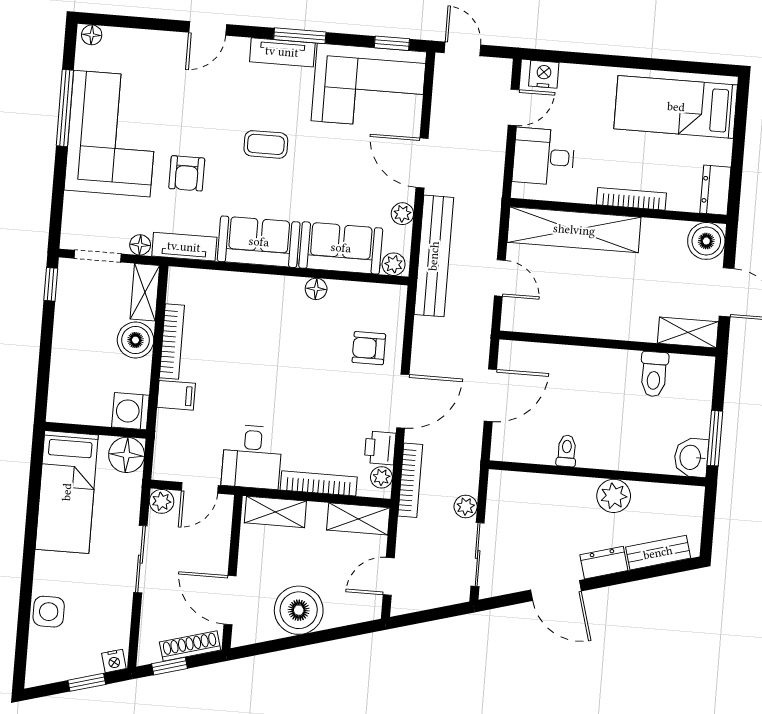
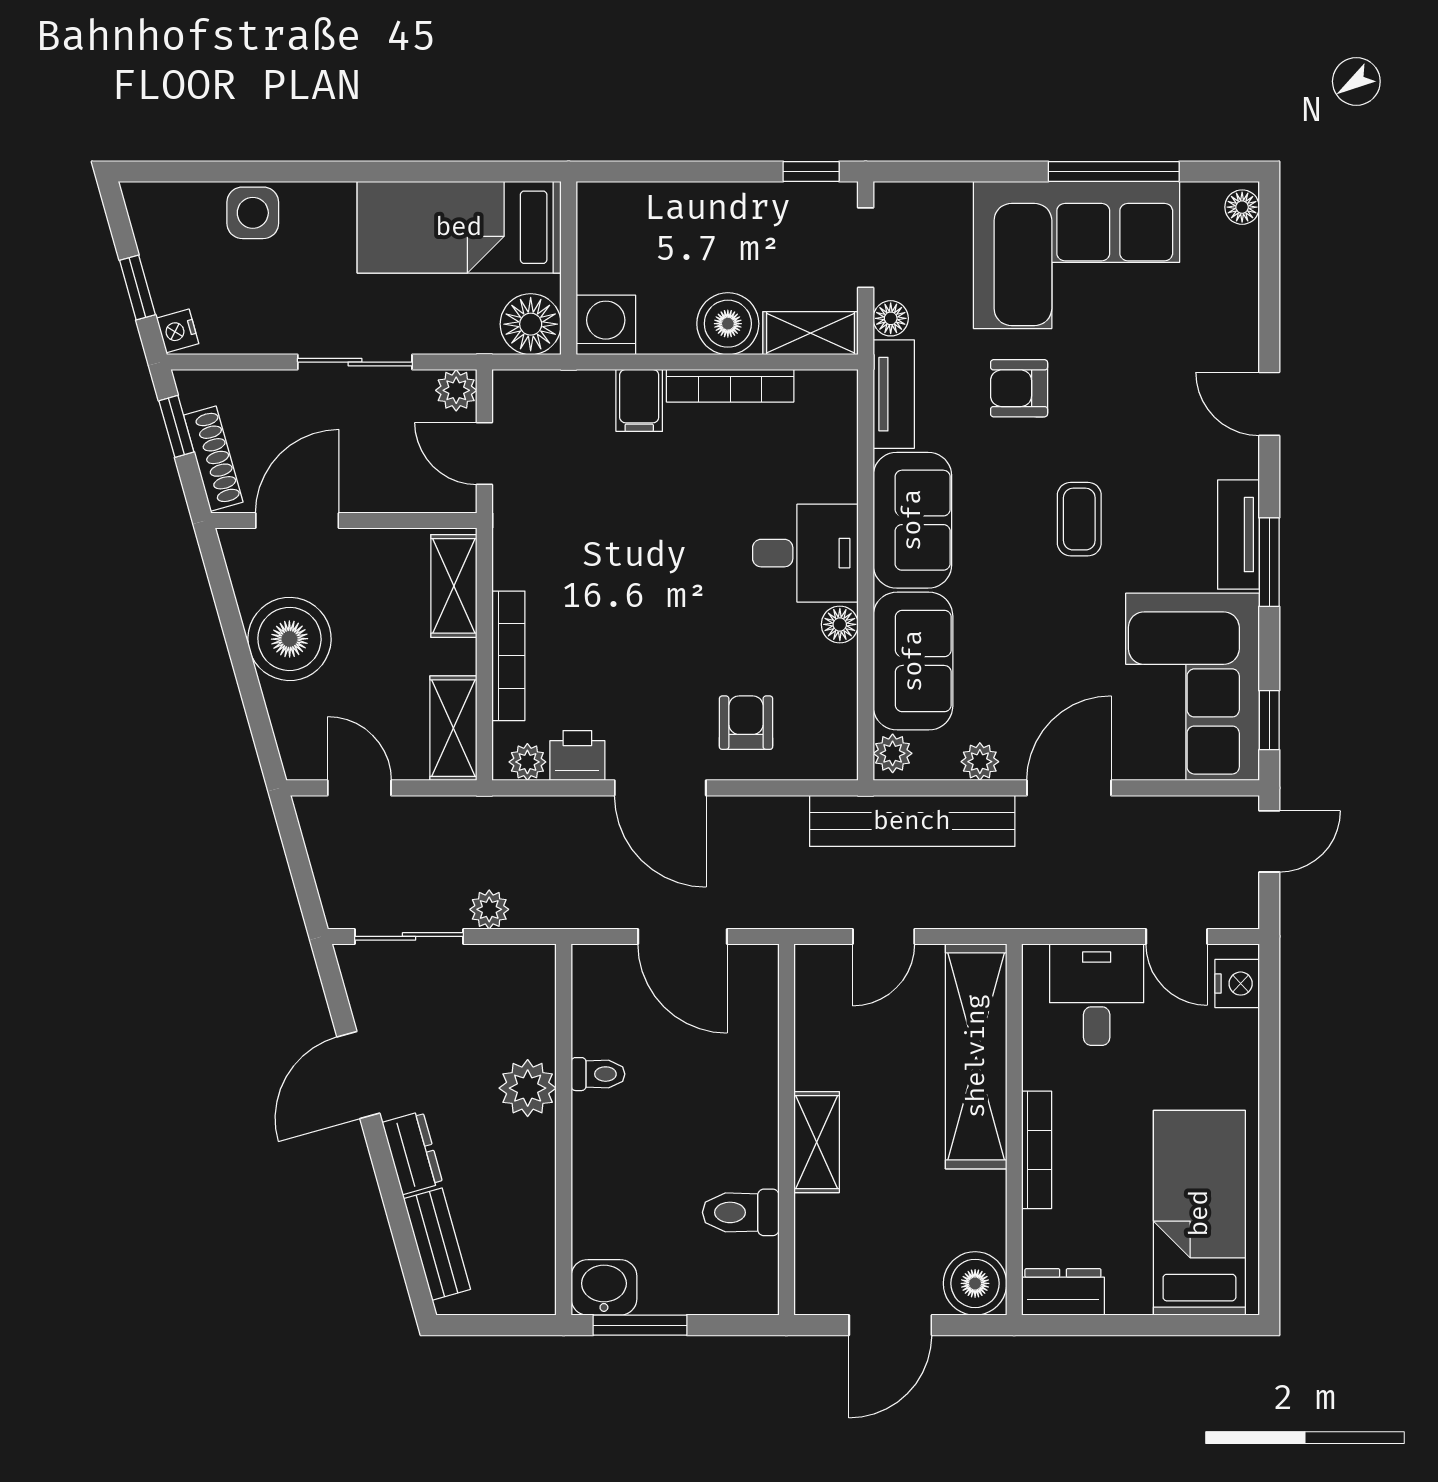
shelving: (688, 332) -> (817, 1142), moved
desk: (252, 457) -> (805, 553), moved, turned 180
bookcase: (410, 480) -> (526, 811), removed
plant: (614, 496) -> (528, 1088), moved

